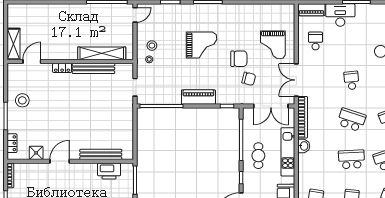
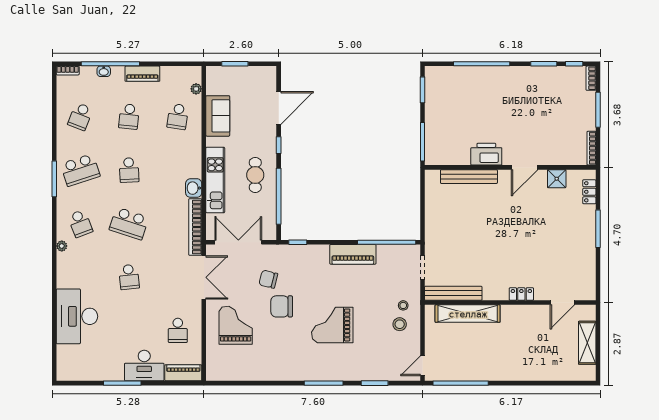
shelving: (14, 44) -> (587, 343), moved
bench: (93, 68) -> (453, 293), moved
piano: (198, 97) -> (353, 254), moved
stool: (22, 100) -> (575, 250), removed
school desk: (351, 159) -> (129, 170), width x0.54
printer: (109, 171) -> (486, 154), moved

